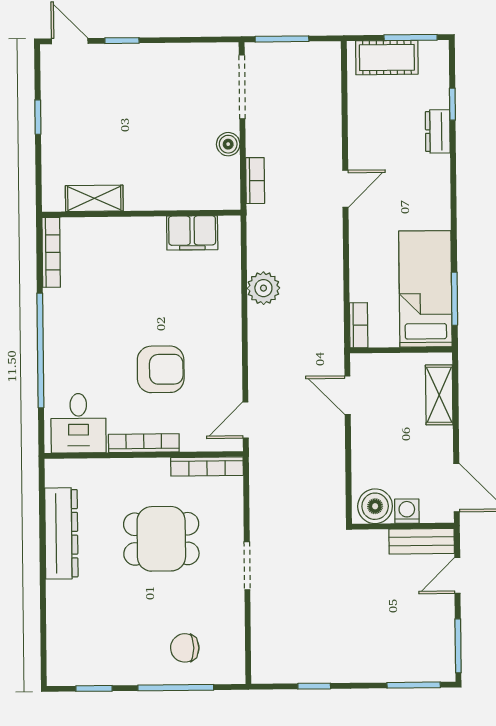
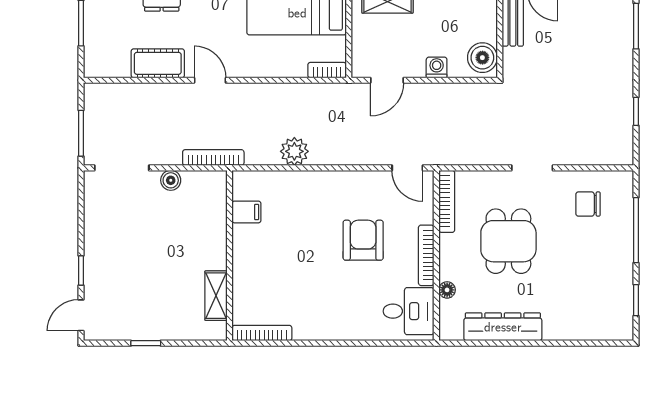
cot: (387, 58) -> (158, 63), moved, turned 90
bookcase: (255, 181) -> (213, 158), width x1.56
filing cabinet: (192, 233) -> (246, 212), width x0.50
window: (40, 350) -> (346, 343), removed
floor lamp: (104, 468) -> (447, 290), added
washing machine: (407, 511) -> (437, 67), moved, turned 90
chair: (185, 648) -> (588, 204), moved, turned 90

